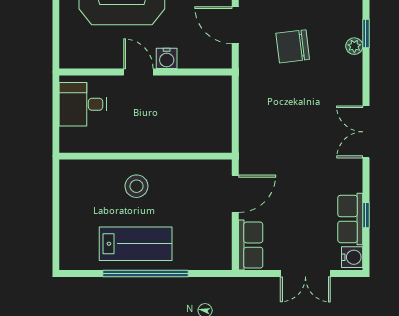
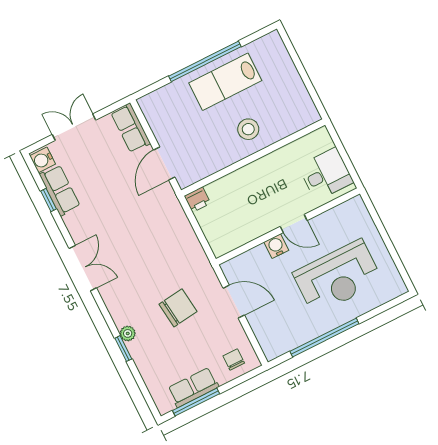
printer: (221, 142) -> (197, 200), added

